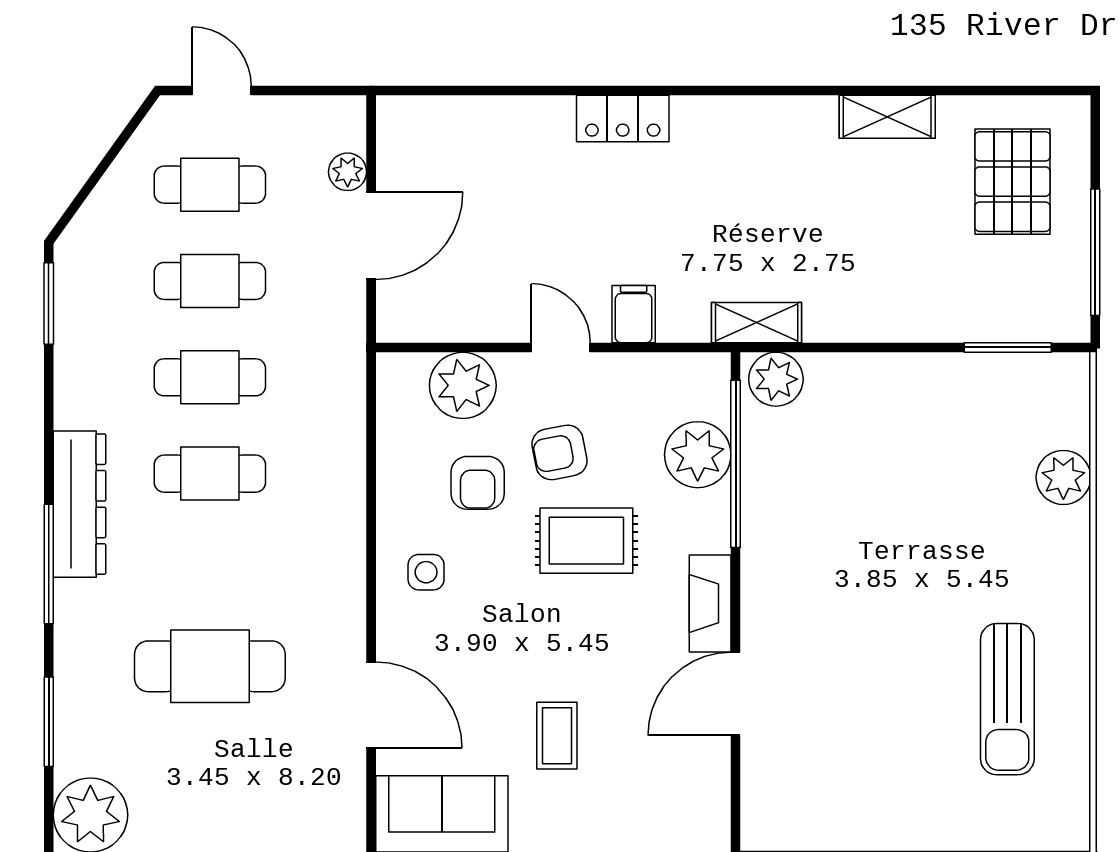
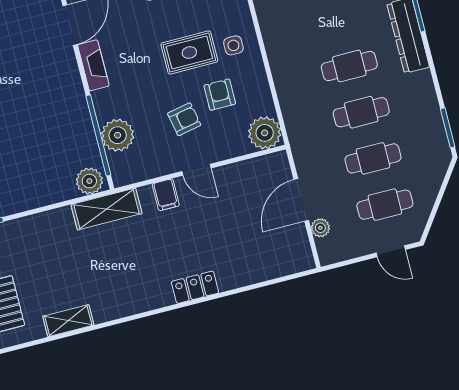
shelving: (757, 323) -> (106, 209), width x1.50, depth x1.33
plant: (463, 385) -> (265, 133), moved
rug: (586, 541) -> (189, 53), moved

